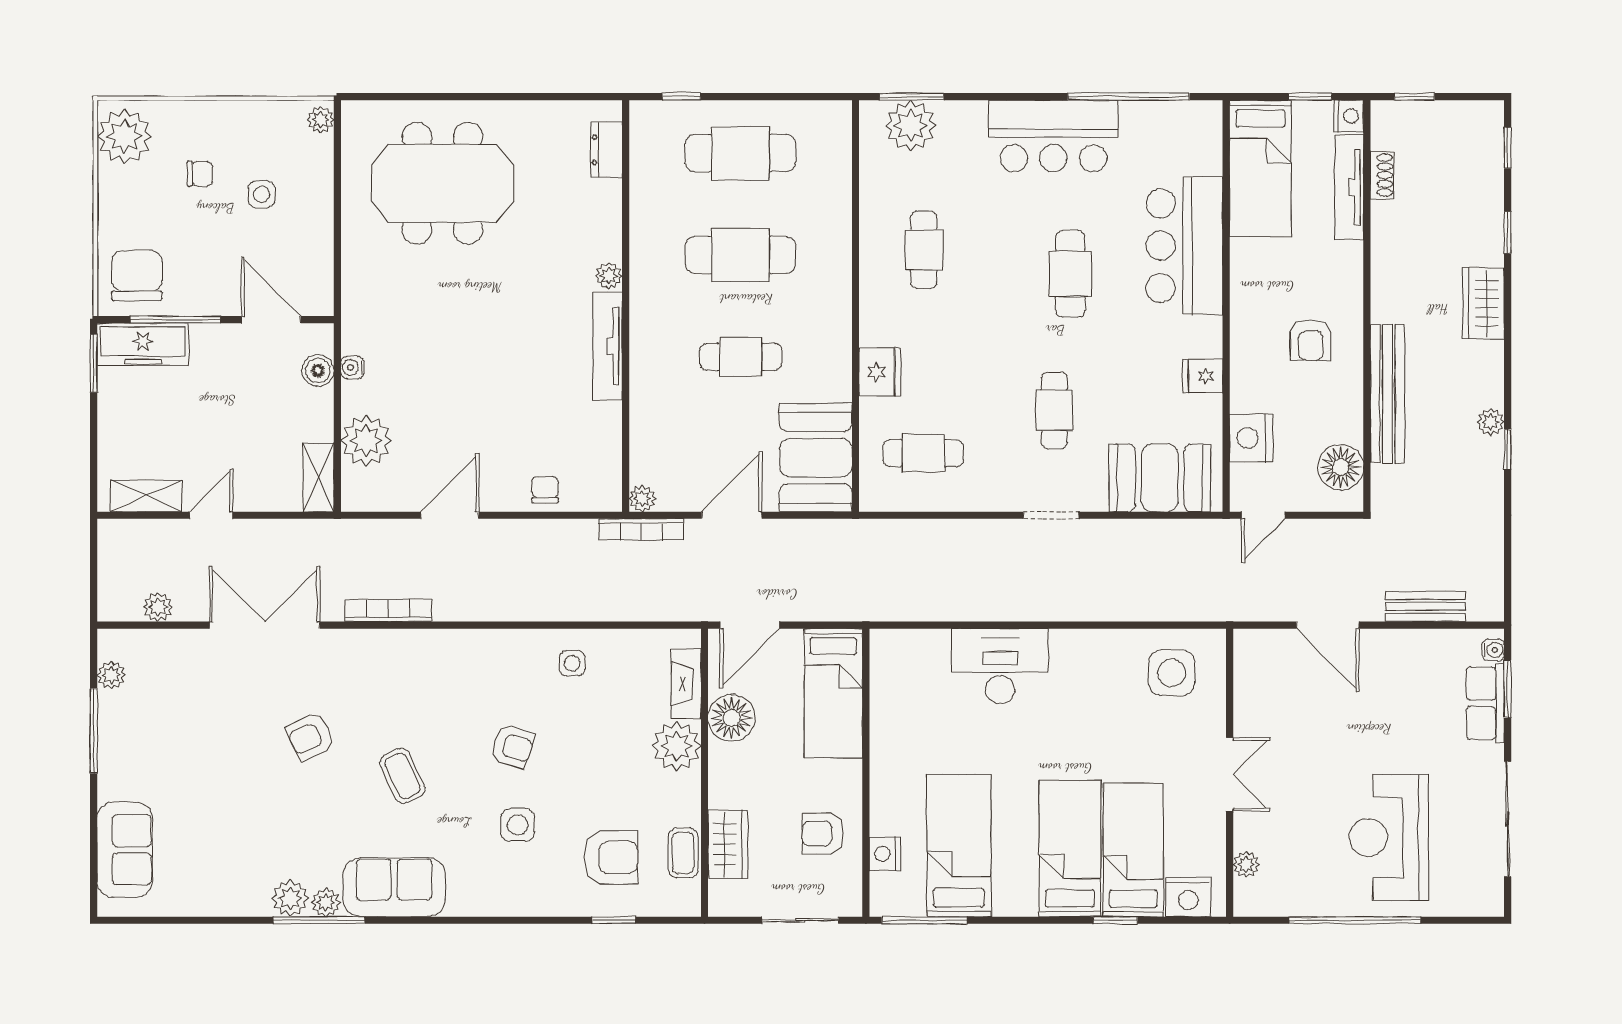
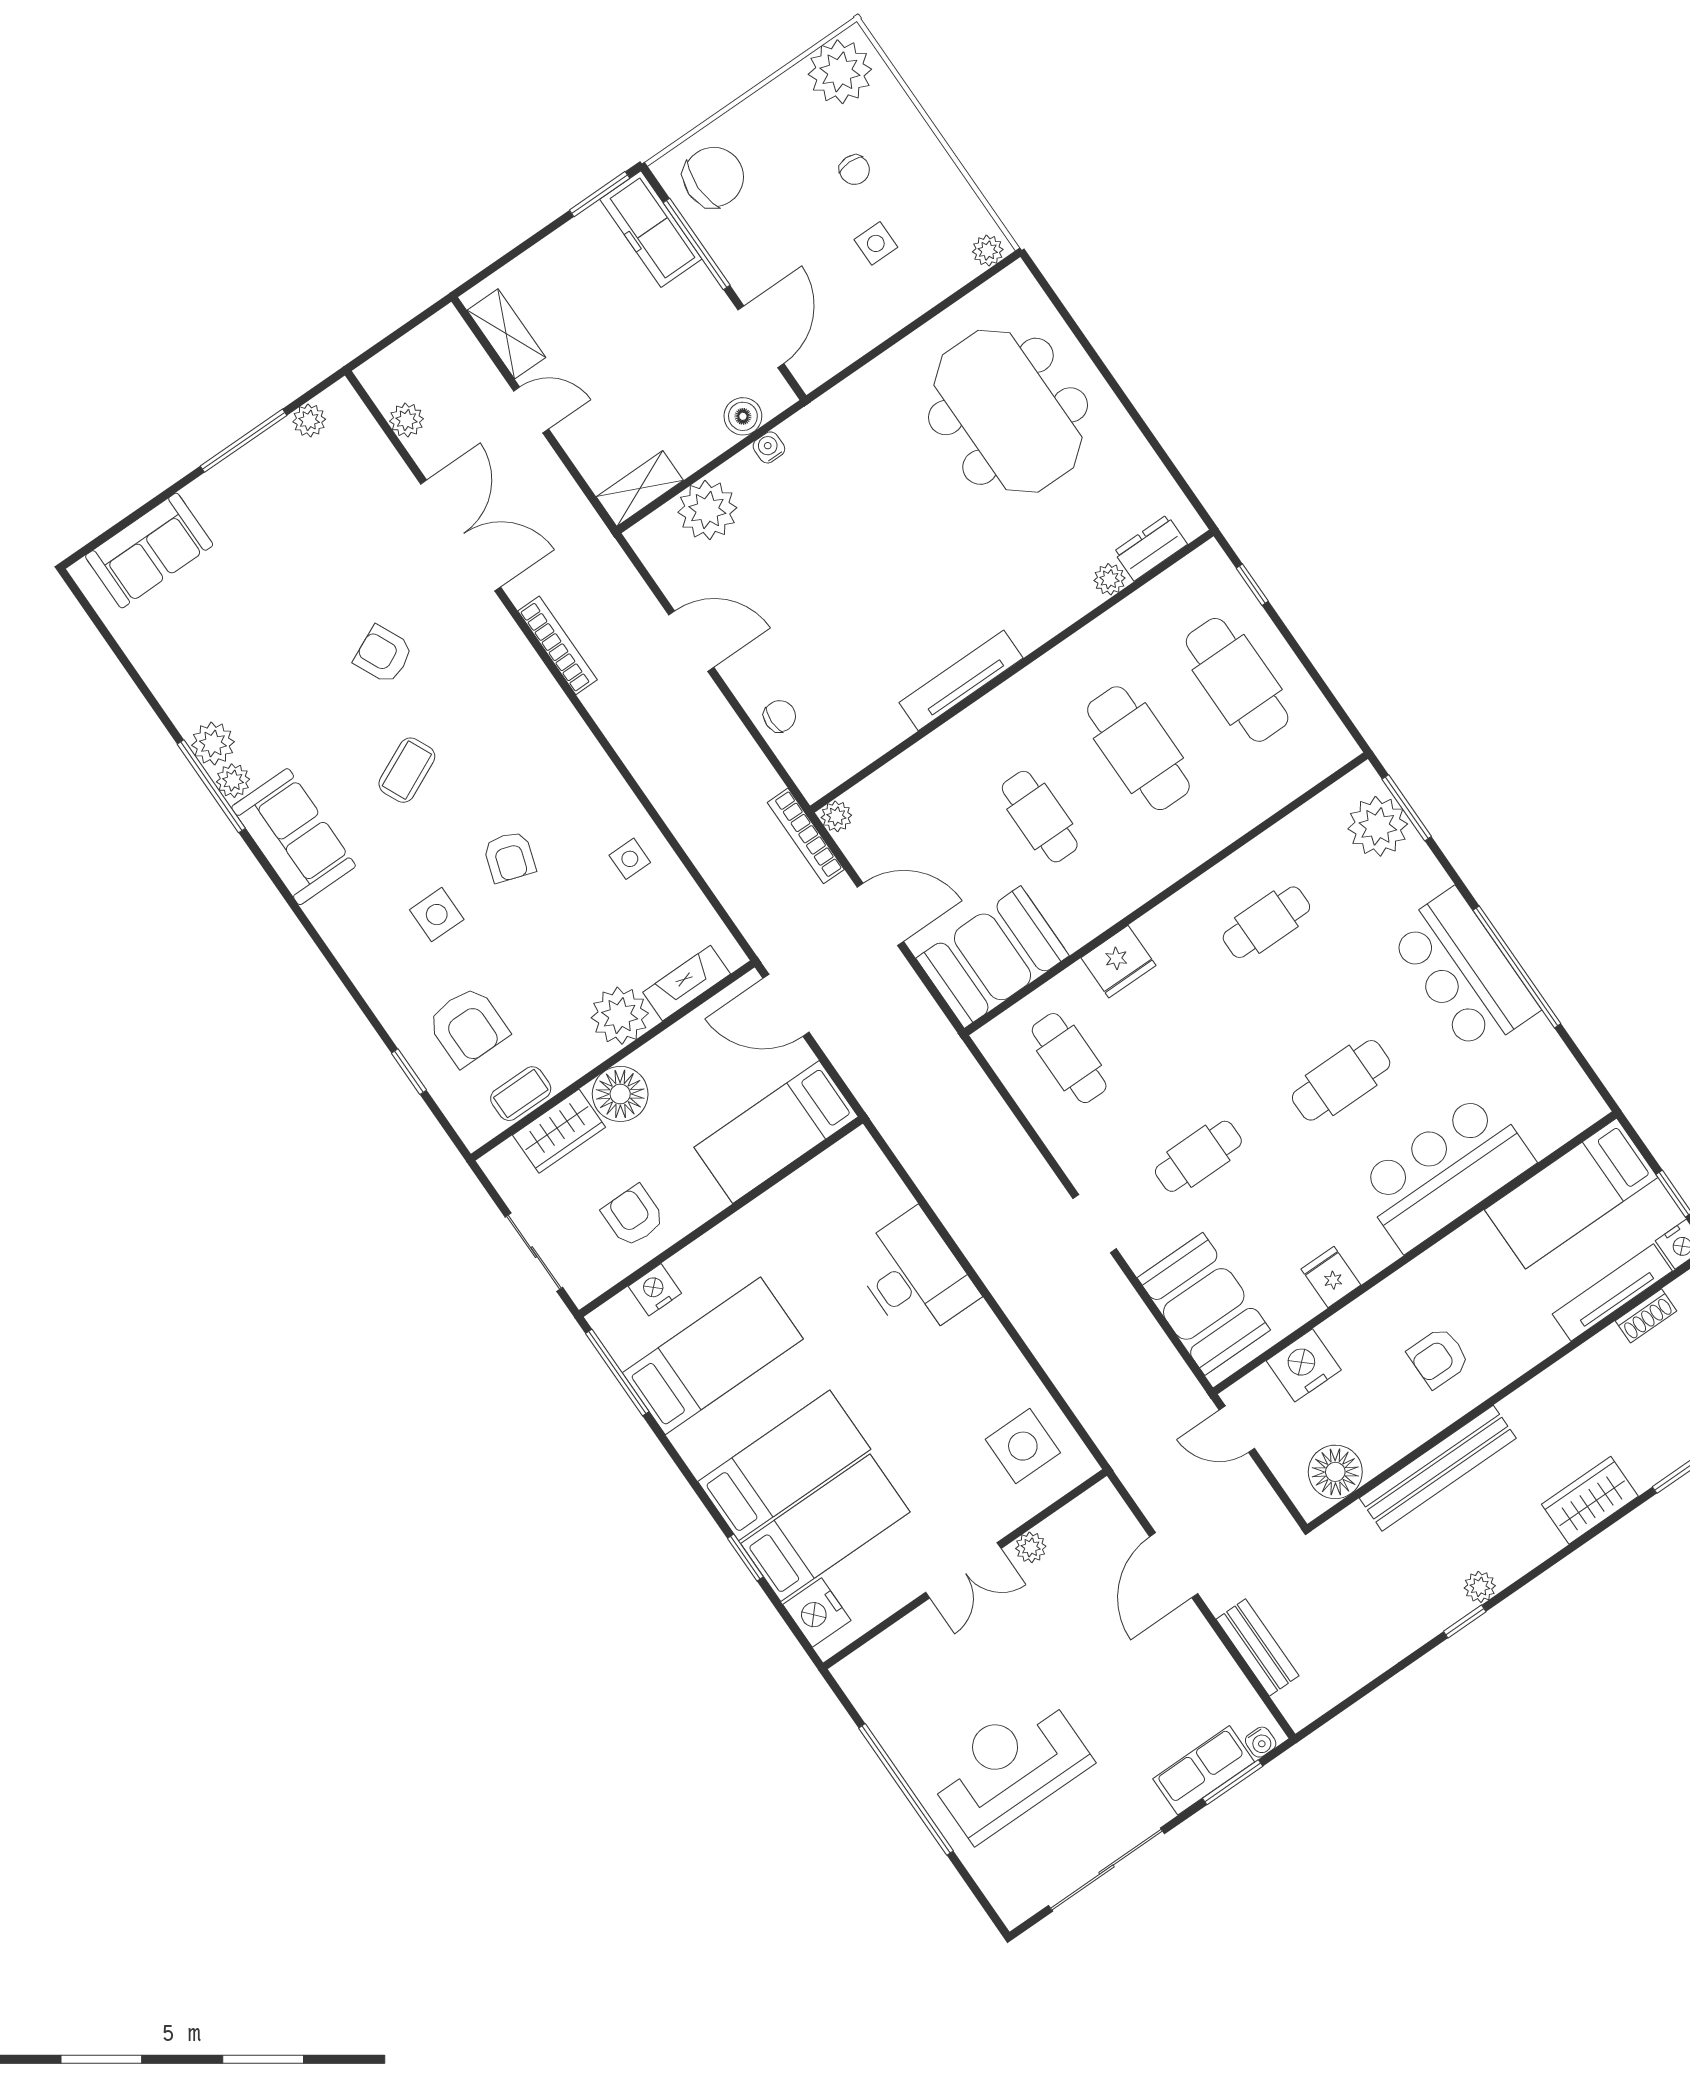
window: (1129, 97) -> (1517, 967), moved
plant: (609, 276) -> (1109, 579), moved
floor lamp: (731, 718) -> (620, 1094), moved
plant: (1246, 864) -> (1031, 1547), moved

